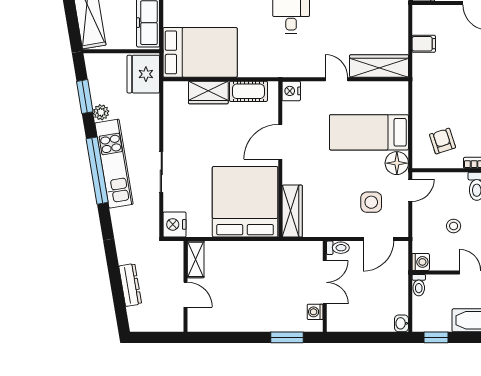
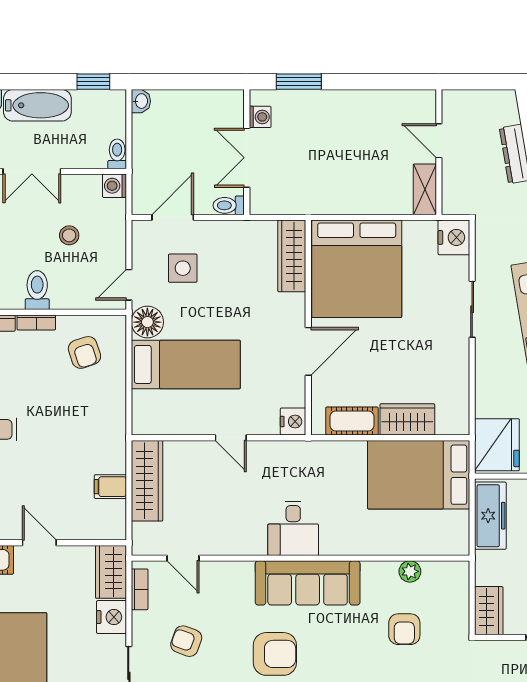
wardrobe: (379, 66) -> (147, 481), moved, turned -90

